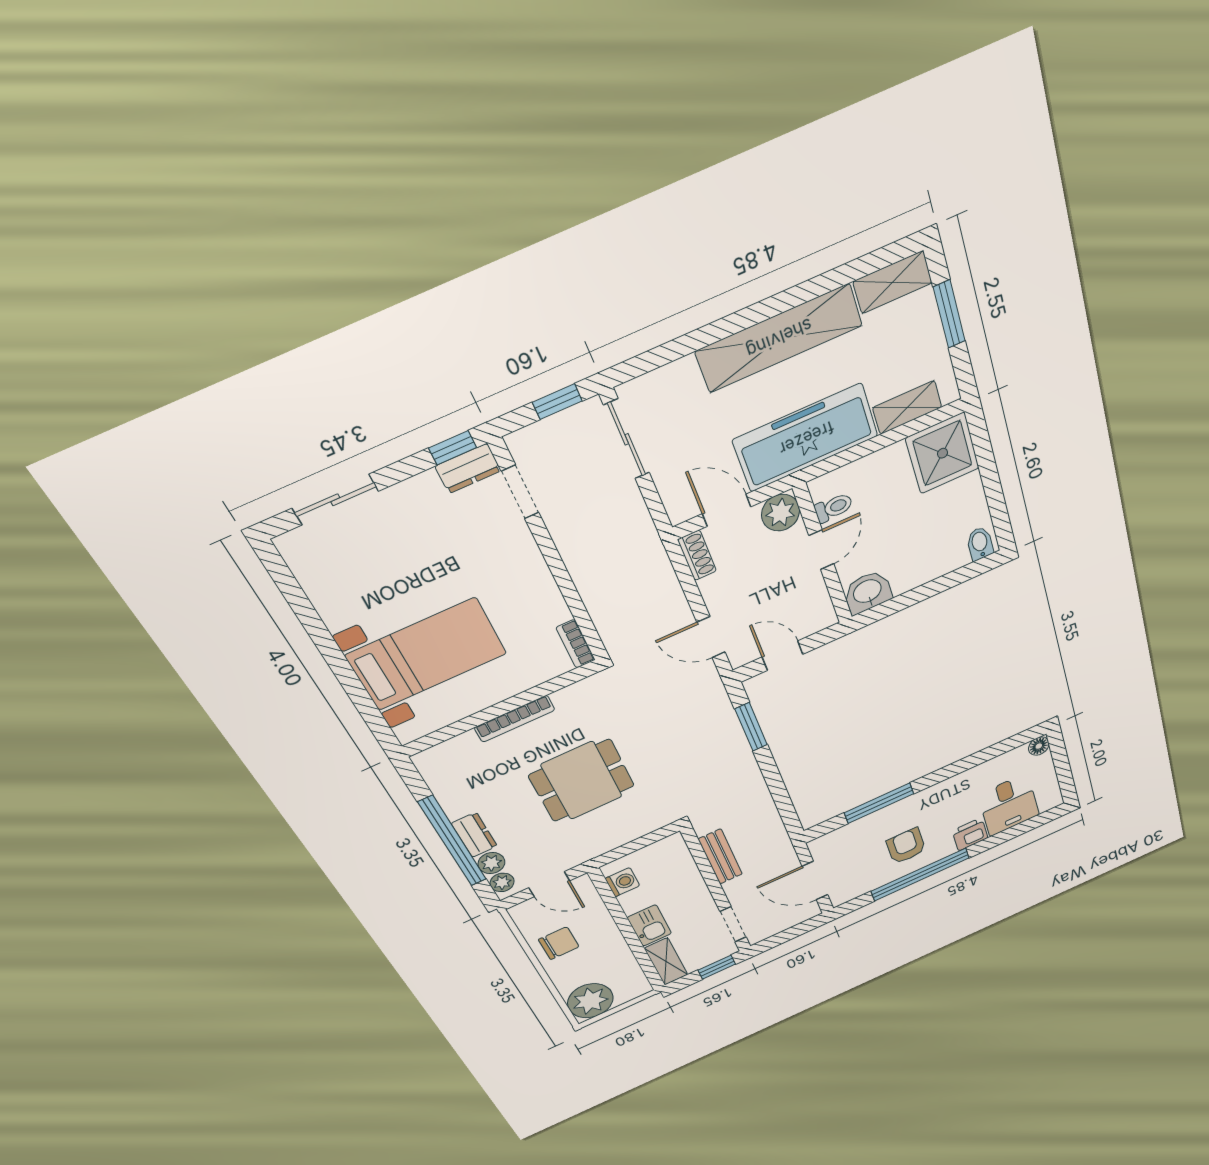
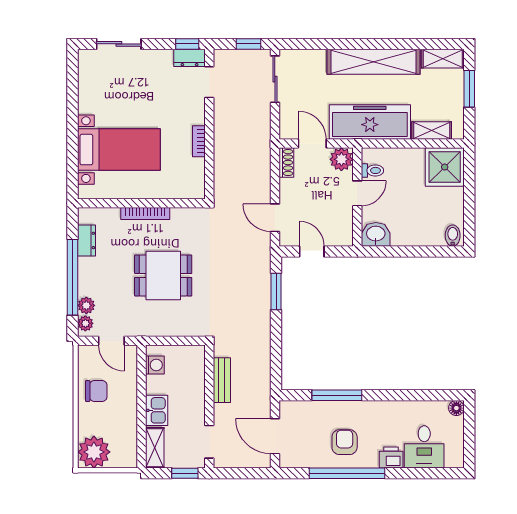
bookcase: (576, 644) -> (199, 141), moved
dresser: (474, 835) -> (87, 240), moved

